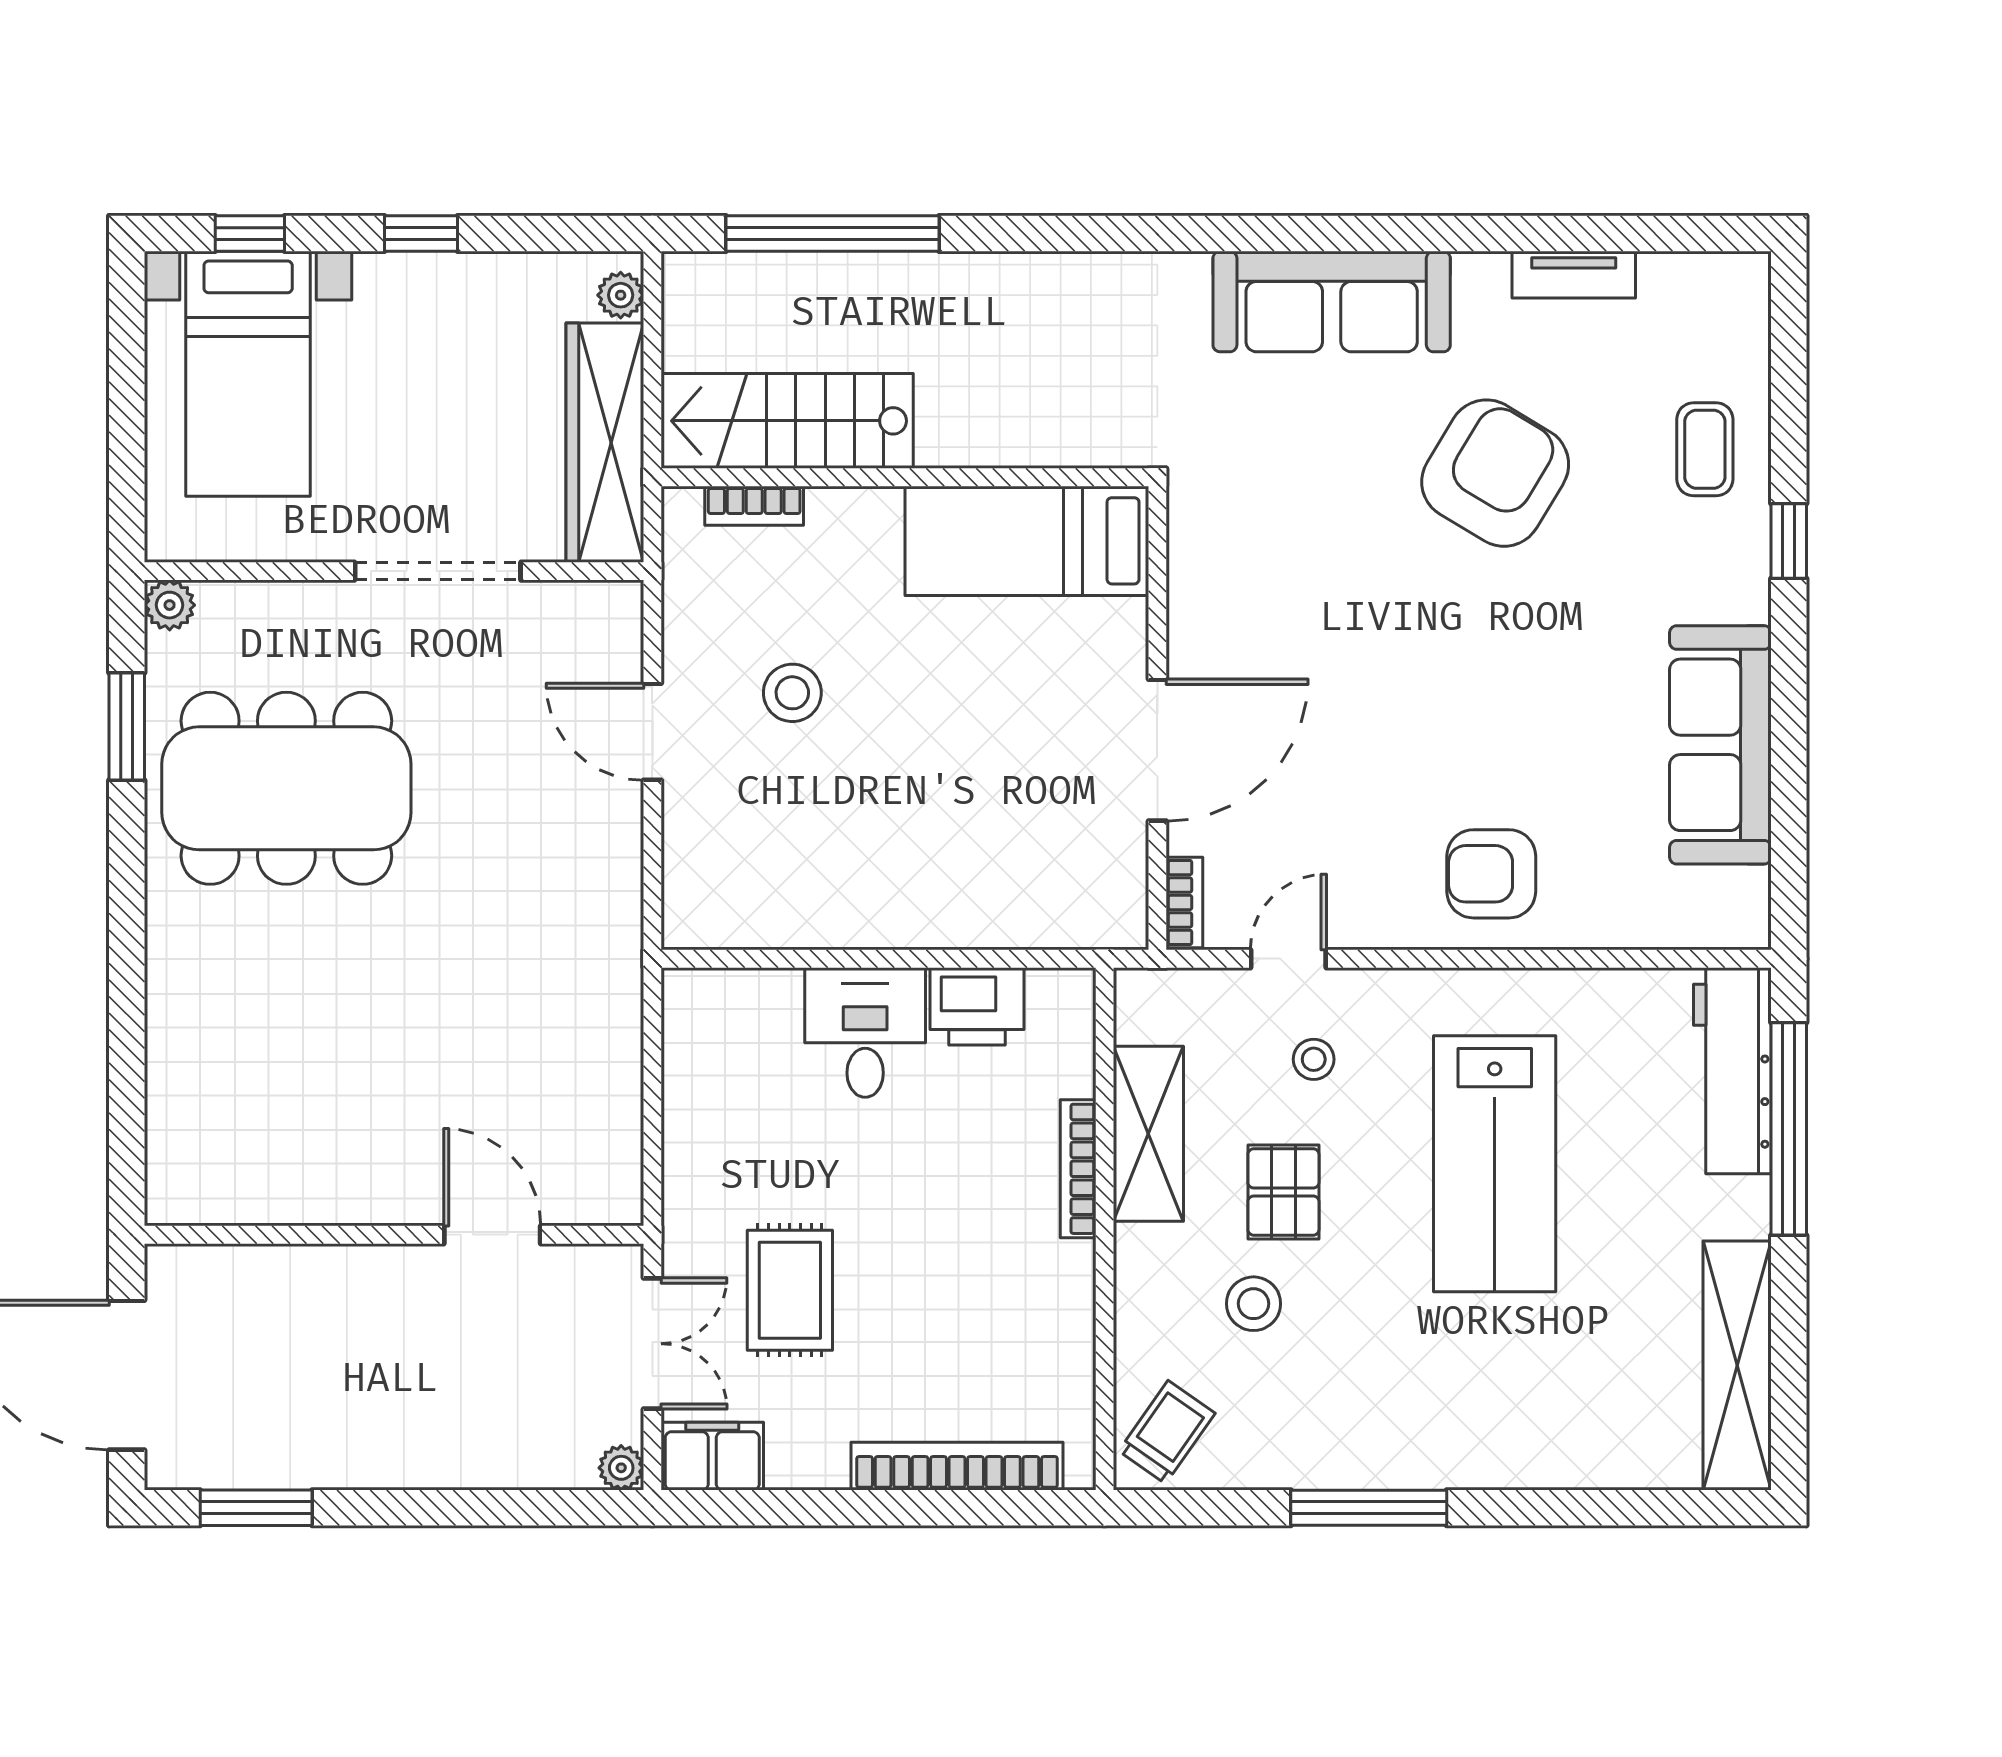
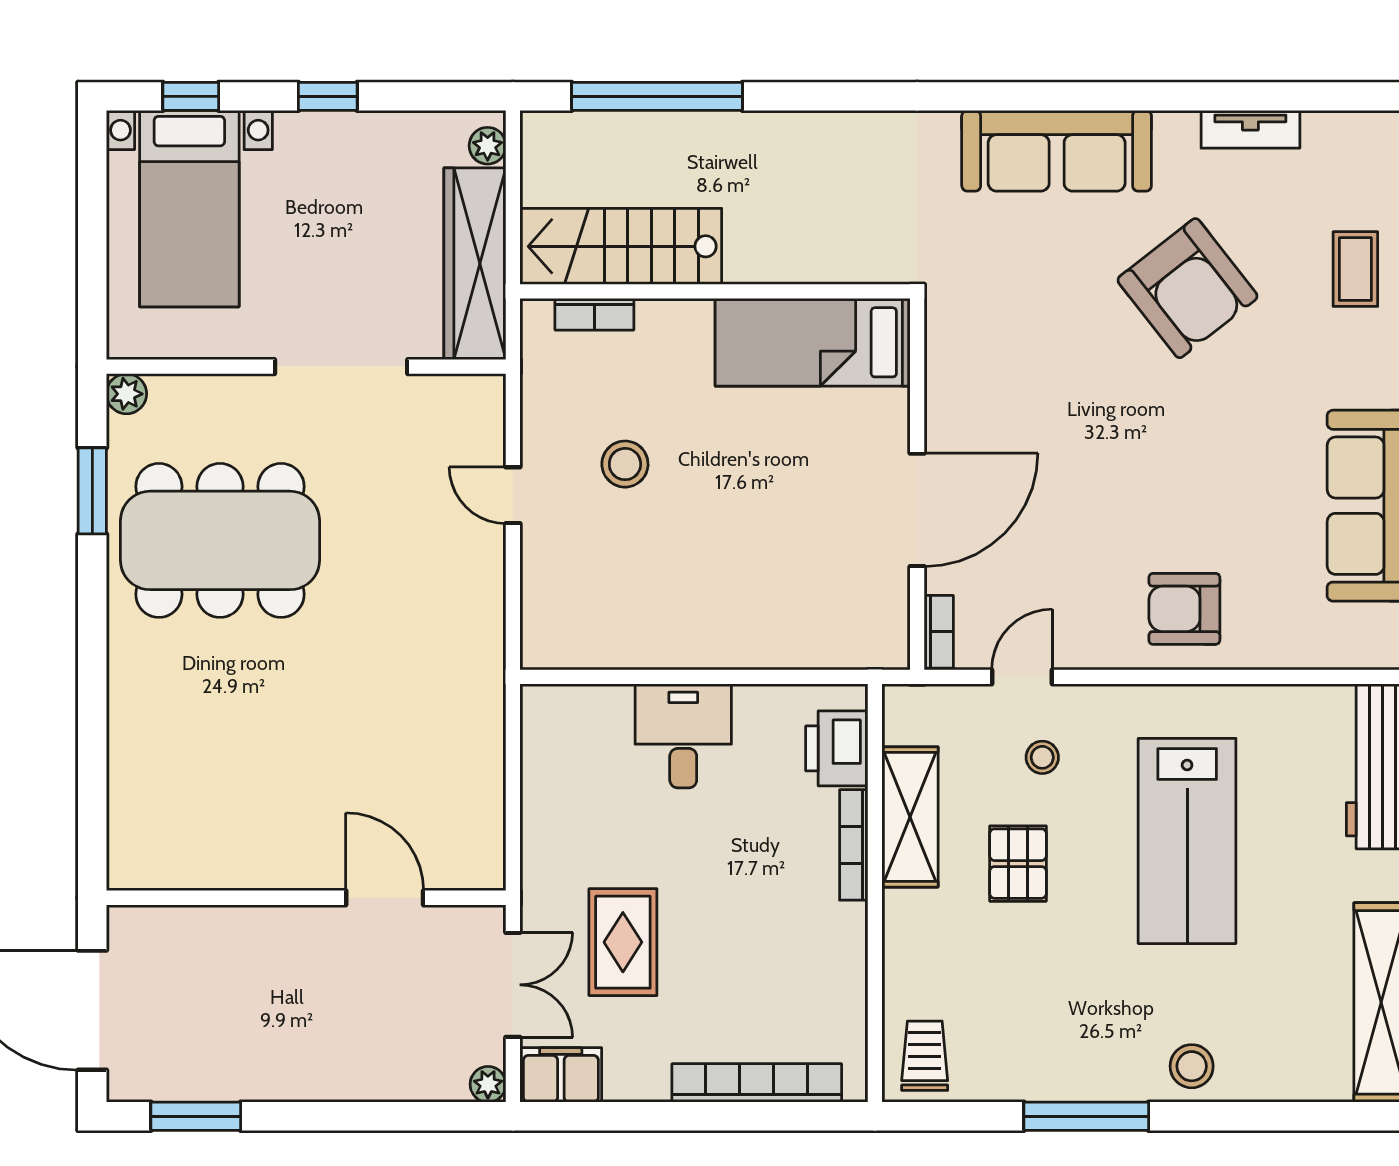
armchair: (1495, 473) -> (1187, 288), turned 111
door: (652, 732) -> (513, 495), width x0.73
printer: (977, 1006) -> (837, 748), moved, turned 90
stool: (1254, 1304) -> (1192, 1066), moved
trolley: (1167, 1432) -> (925, 1056), turned -35

